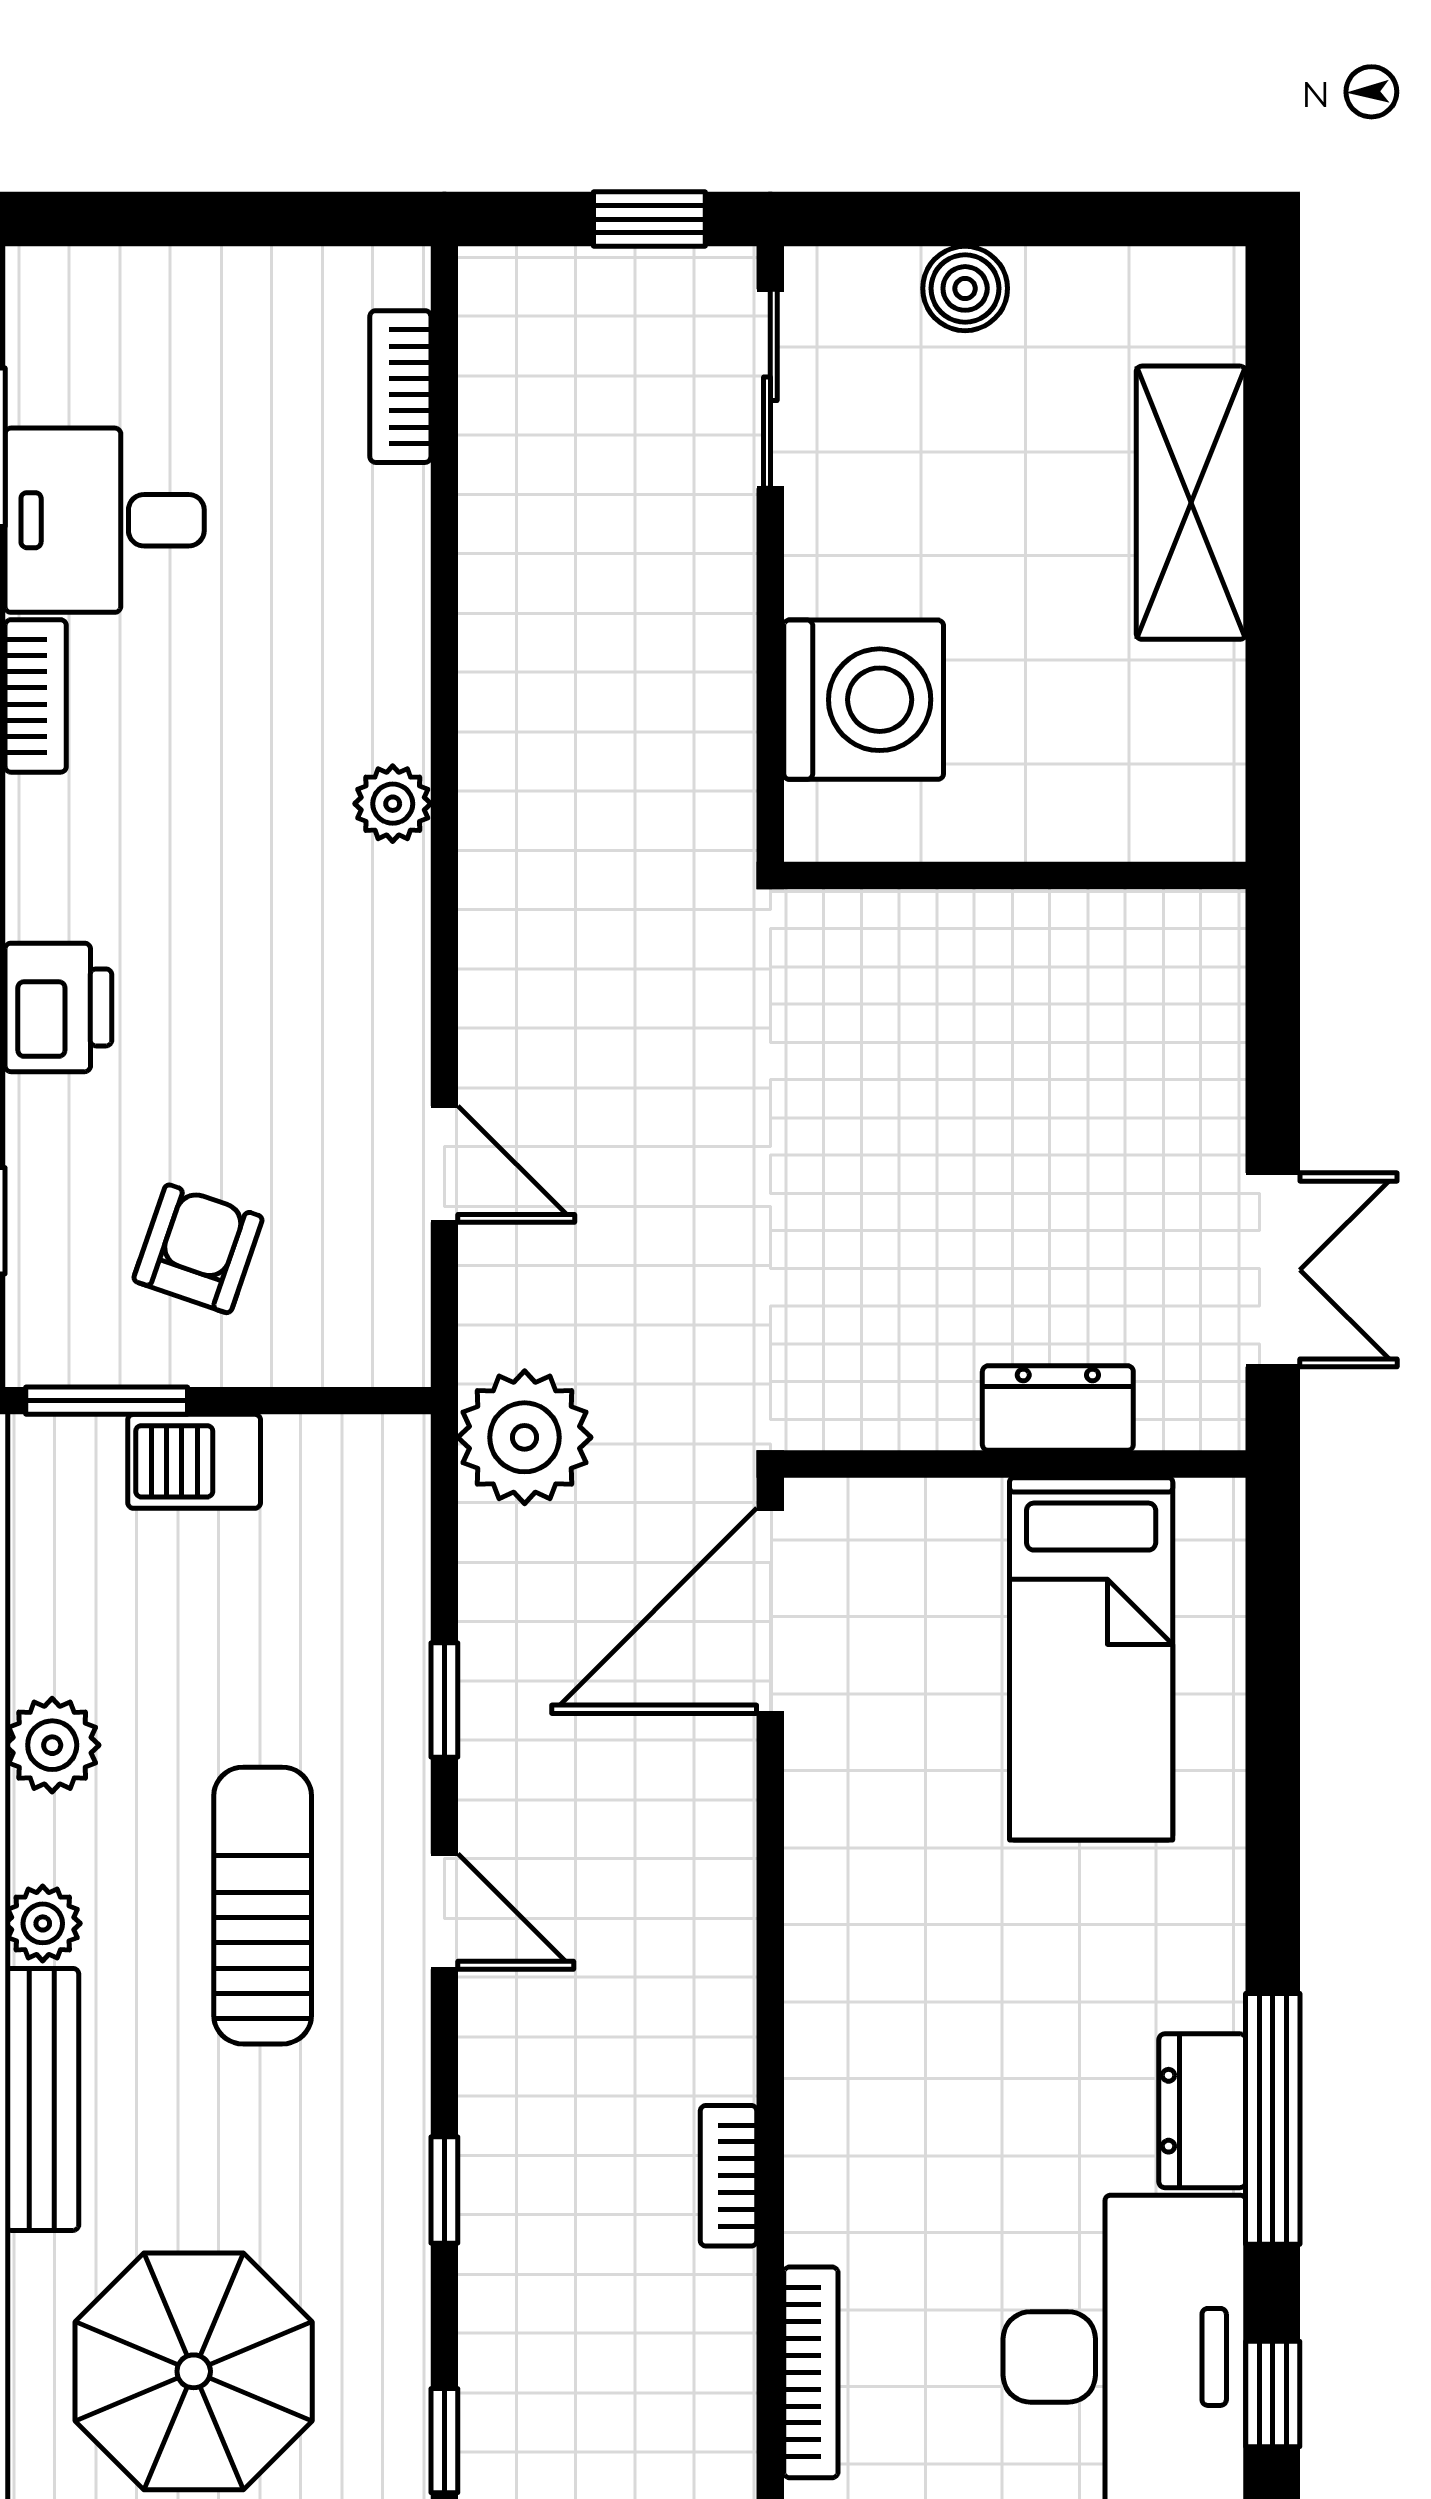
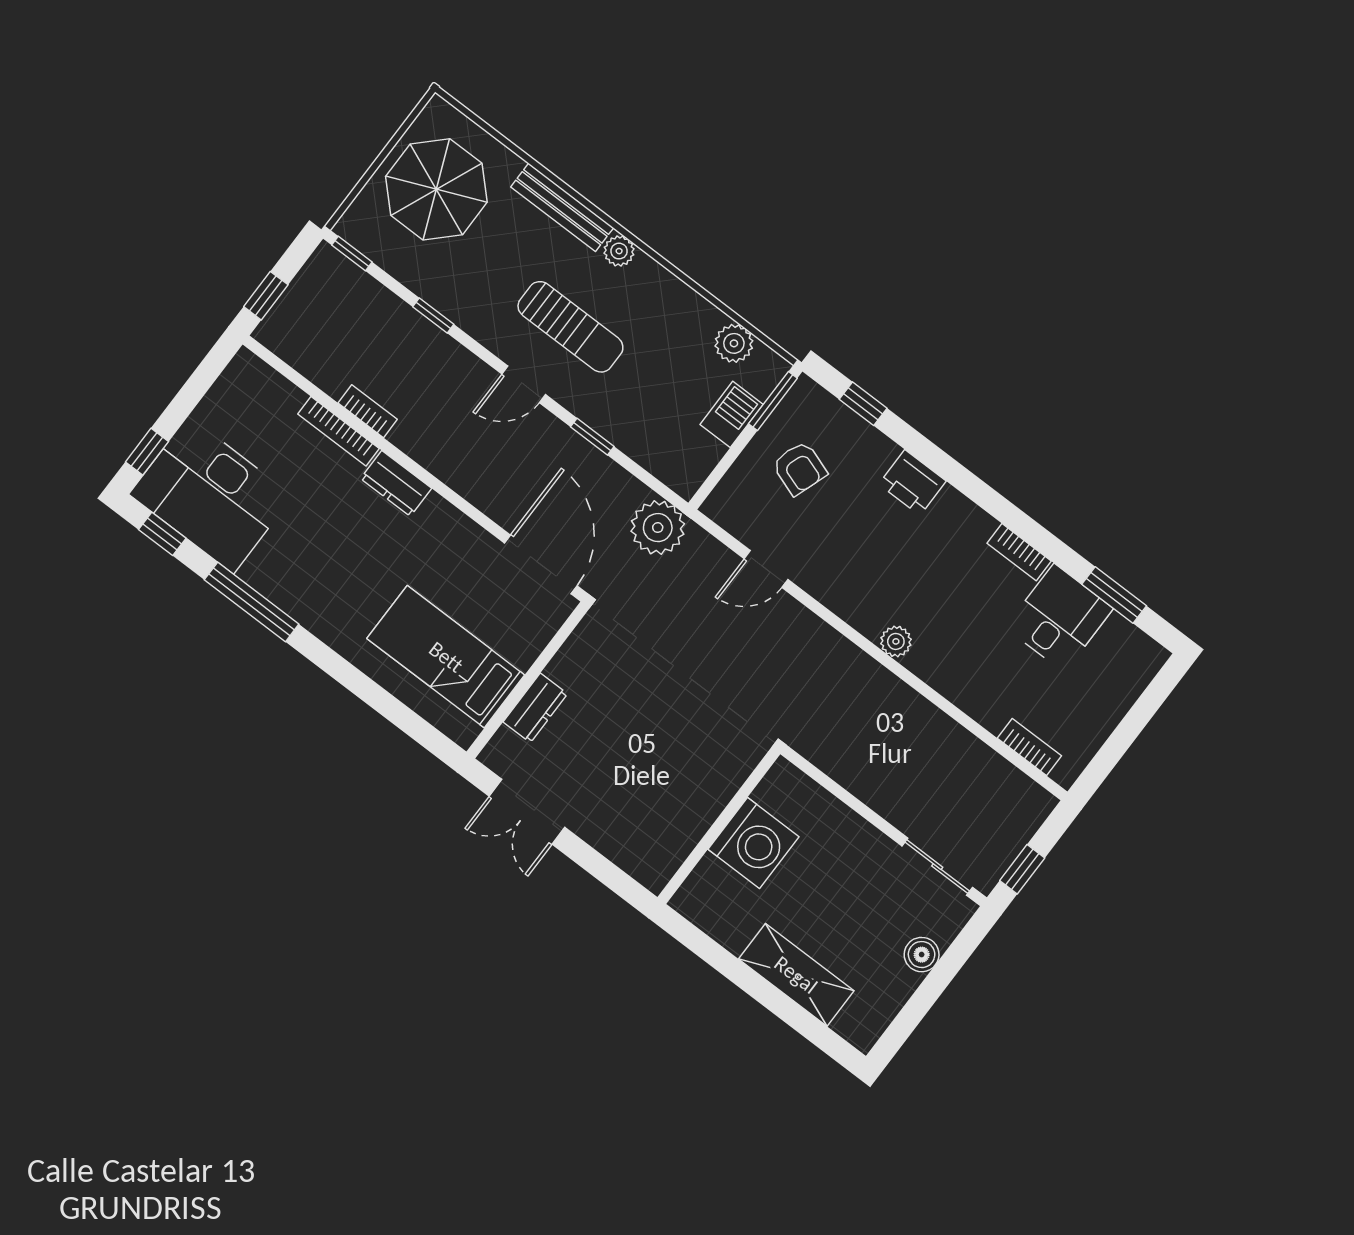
washing machine: (864, 700) -> (753, 843), moved, turned -90
plant: (52, 1745) -> (734, 343), moved
dresser: (1202, 2111) -> (396, 483), moved, turned 180
bookcase: (811, 2372) -> (339, 431), moved

